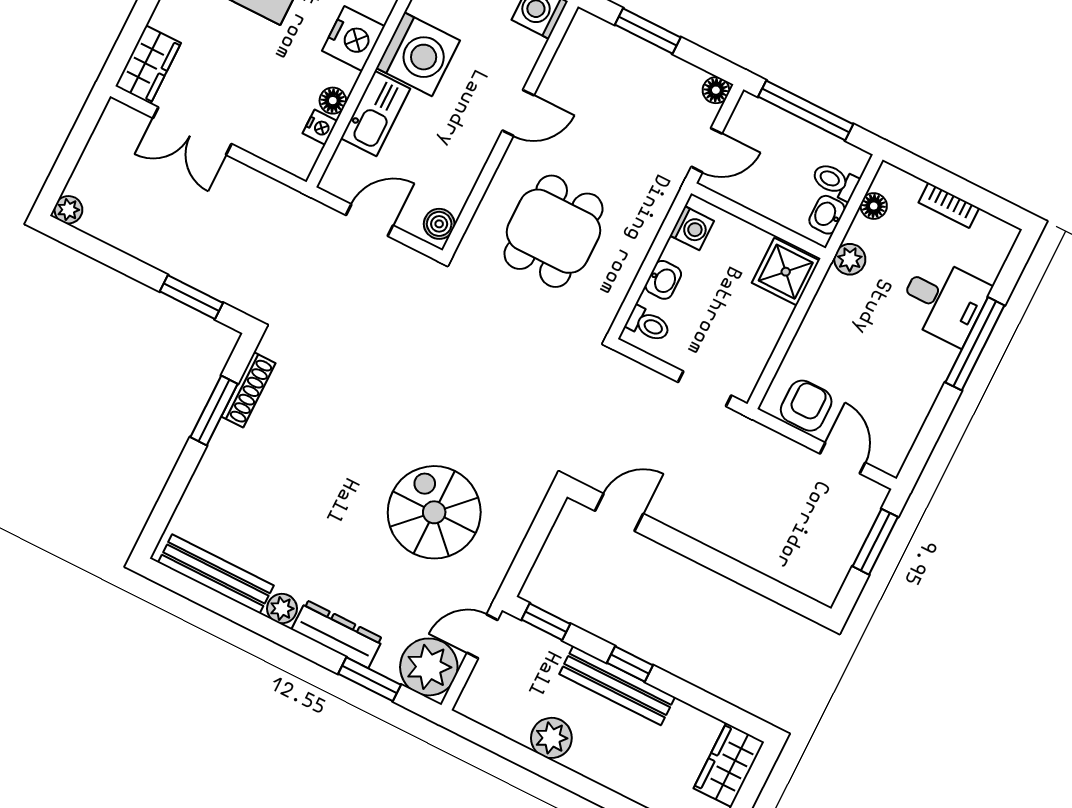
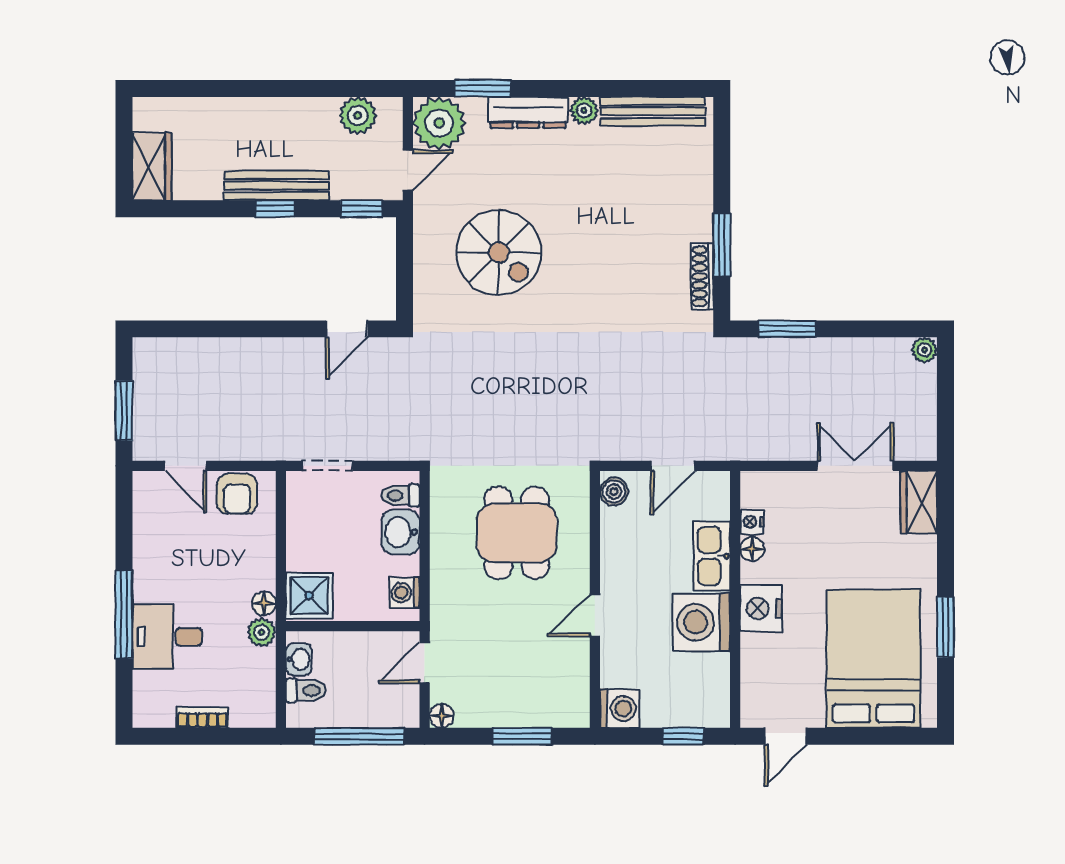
floor lamp: (874, 206) -> (264, 603), moved
washbasin: (663, 280) -> (401, 532), width x1.38, depth x1.45
plant: (551, 738) -> (358, 115), moved

